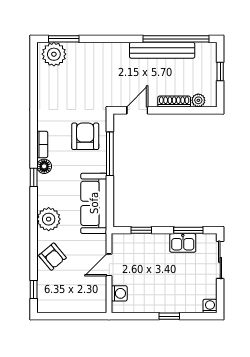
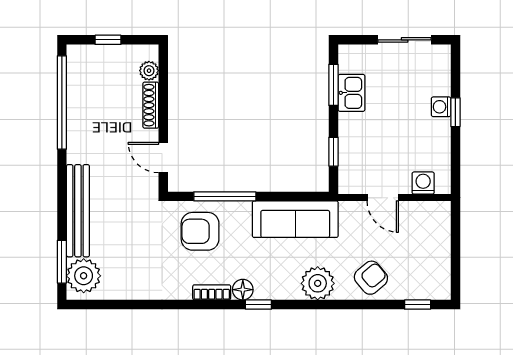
bench: (162, 50) -> (78, 211), moved
sliding door: (220, 260) -> (405, 40), moved
washing machine: (210, 306) -> (441, 107), moved

